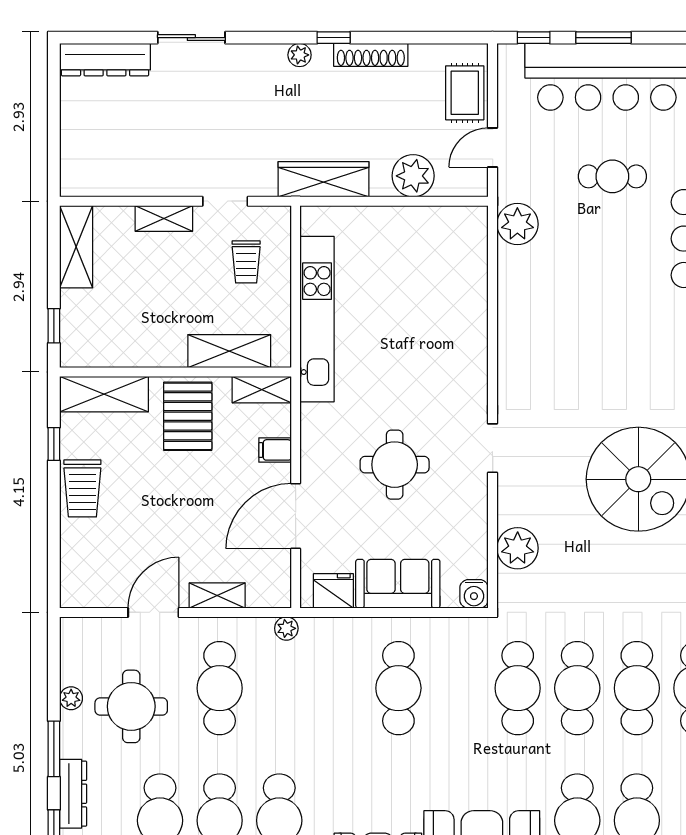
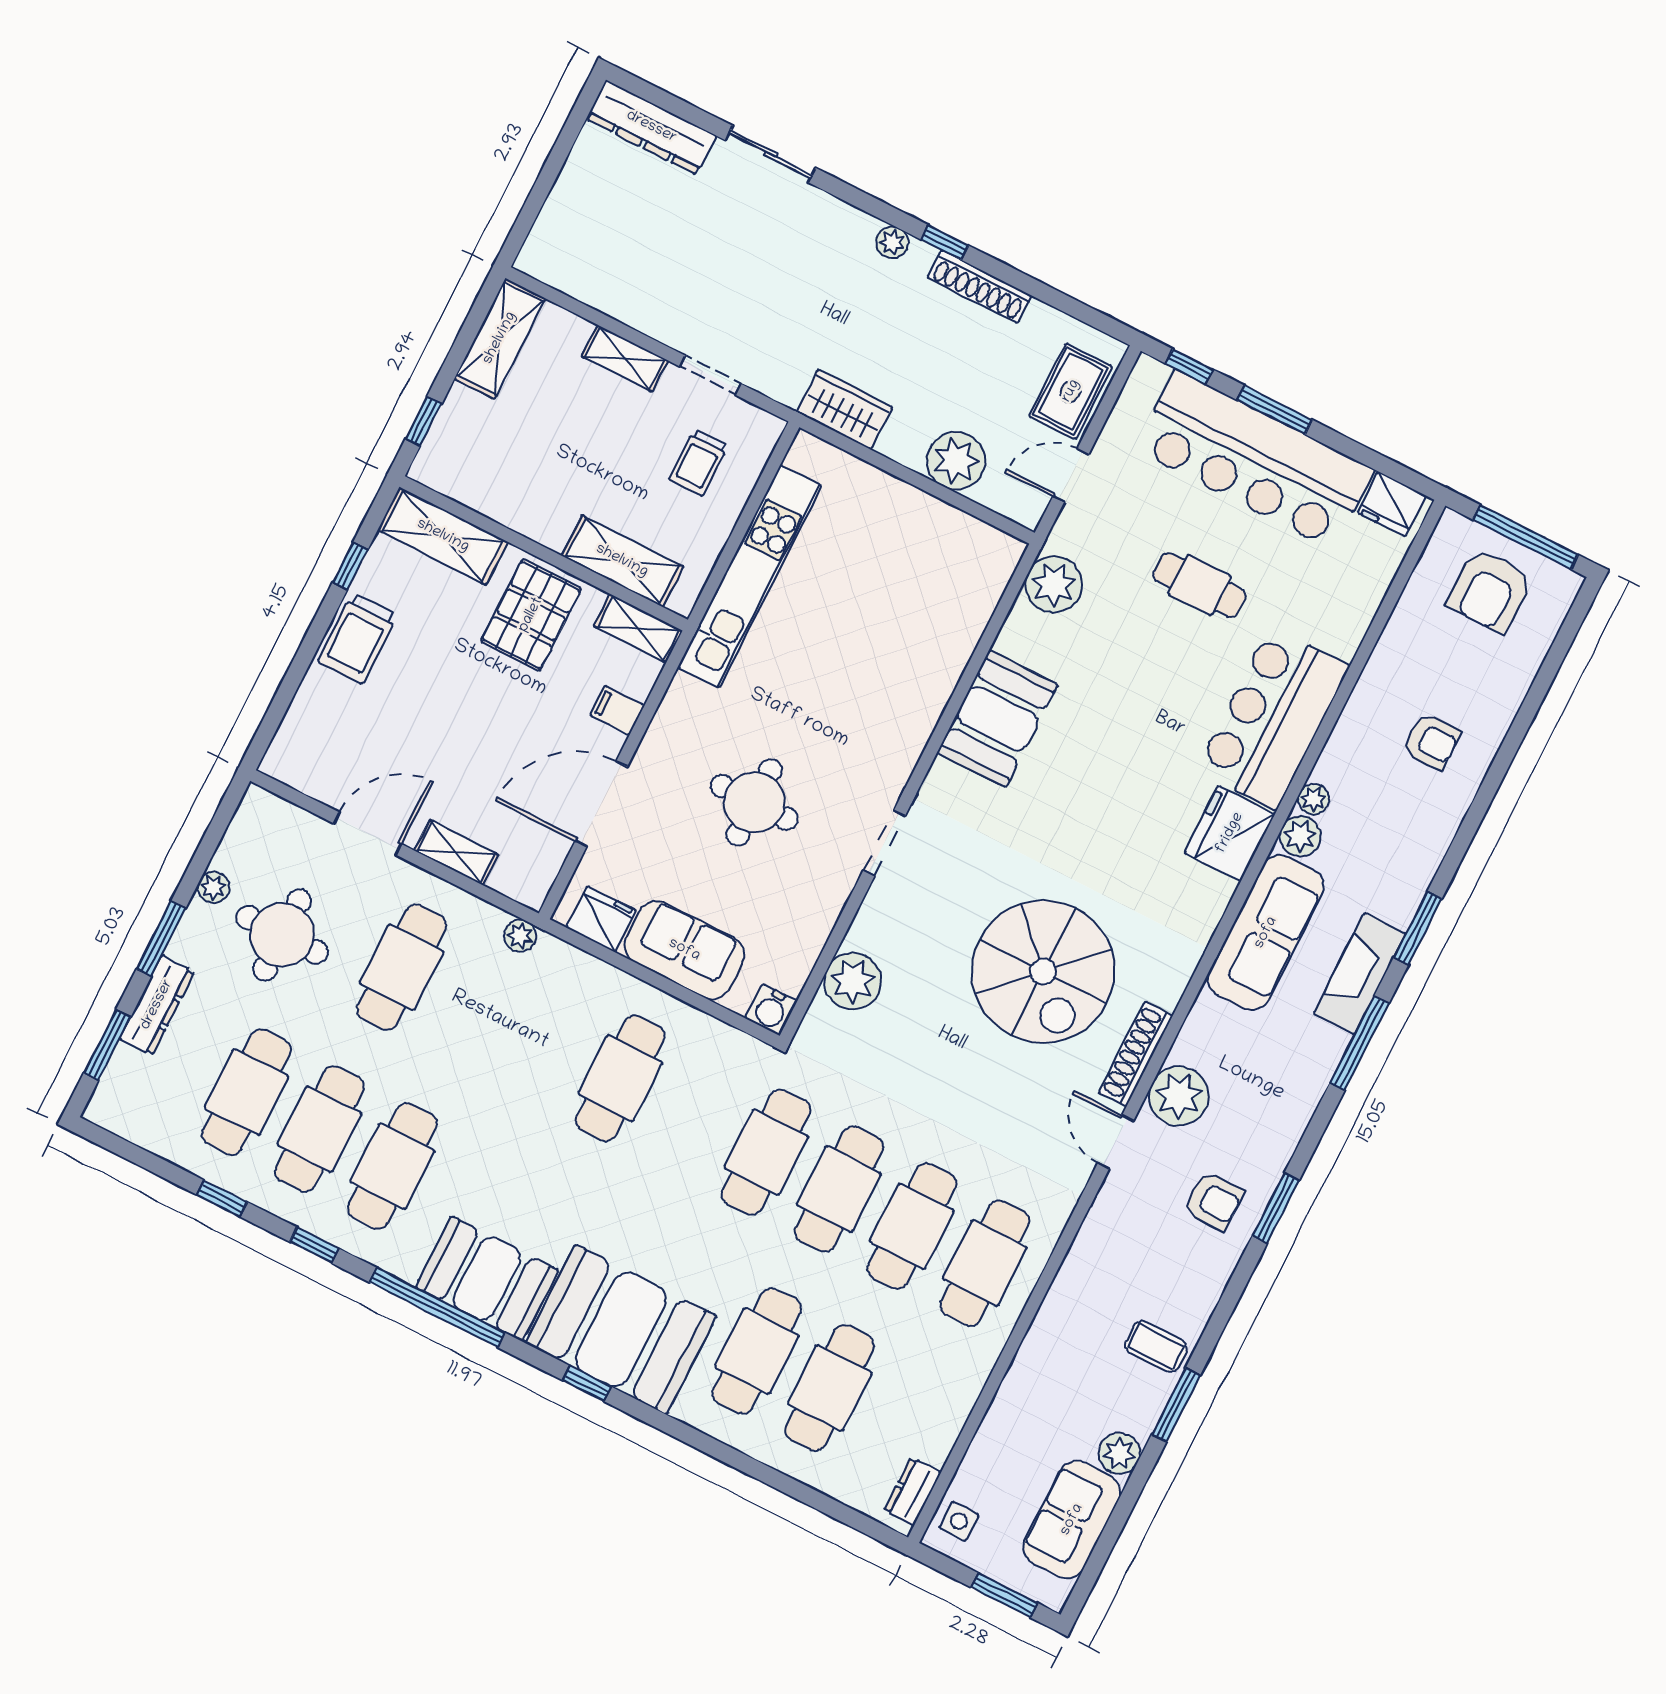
wardrobe: (324, 179) -> (844, 409), width x0.67
booth: (525, 330) -> (997, 719), added

